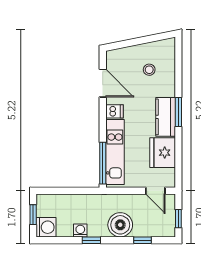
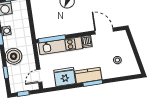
door: (103, 83) -> (104, 31), swing flipped

